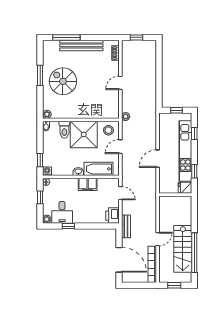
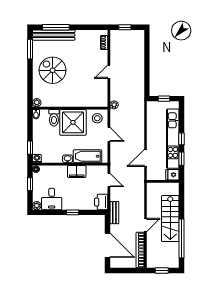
bench: (81, 45) -> (54, 35), moved
window: (40, 75) -> (30, 49), moved
window: (194, 133) -> (182, 139), moved
door: (120, 147) -> (109, 134), swing flipped
door: (158, 159) -> (146, 158), moved
window: (68, 226) -> (73, 212), moved
stairs: (183, 249) -> (170, 218), moved

